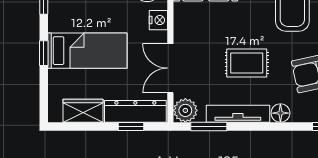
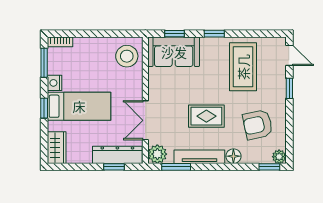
nightstand: (158, 20) -> (55, 83), moved, turned 180
wardrobe: (83, 111) -> (57, 148), moved, turned 90

